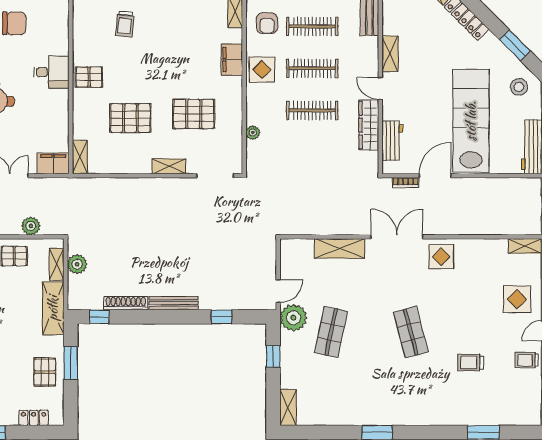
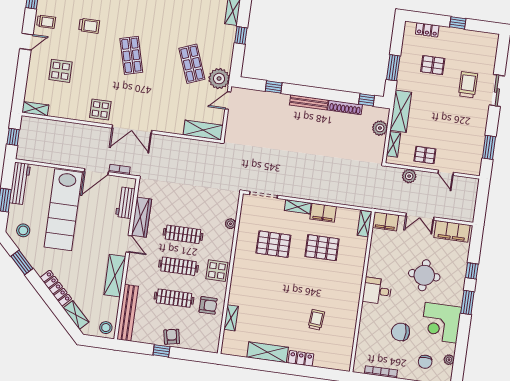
armchair: (267, 23) -> (208, 305), turned 90
shelving: (390, 54) -> (115, 276), width x1.50, depth x1.33
filing cabinet: (232, 60) -> (323, 213), moved, turned 90
pallet: (89, 77) -> (349, 283), removed
shelving: (340, 248) -> (203, 130), moved
plant: (77, 264) -> (380, 128), moved
display table: (517, 299) -> (60, 71), moved
shop shelf: (331, 332) -> (192, 64), turned -33
window: (273, 357) -> (241, 35), moved
pallet: (45, 372) -> (433, 65), moved, turned 90

